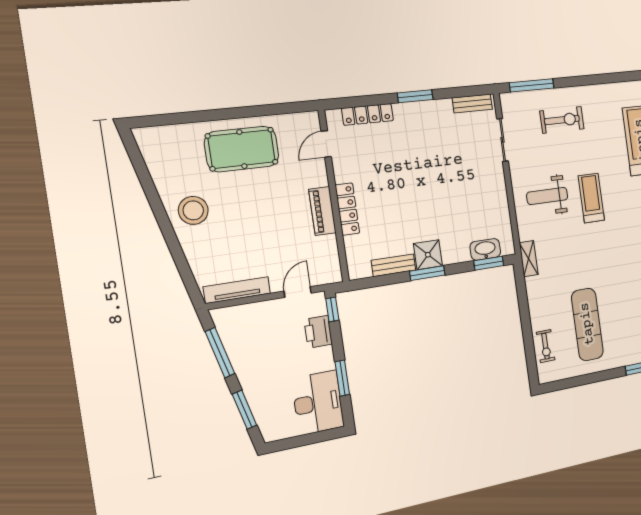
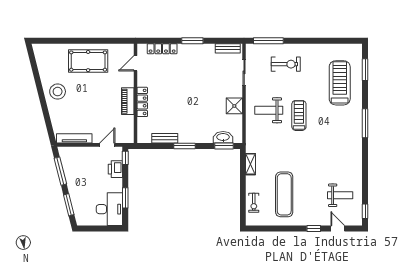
shower: (428, 255) -> (234, 106), moved
shelving: (529, 259) -> (251, 164), moved

